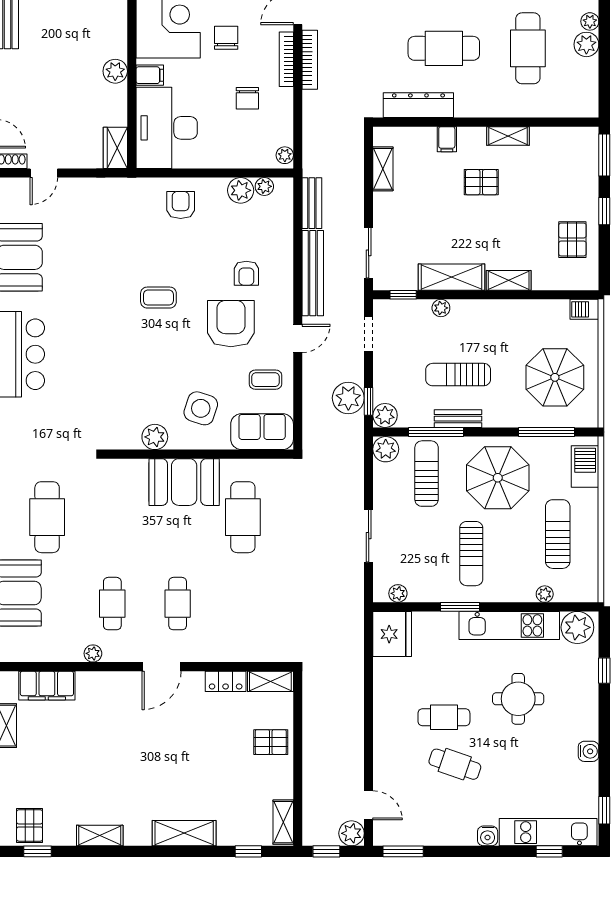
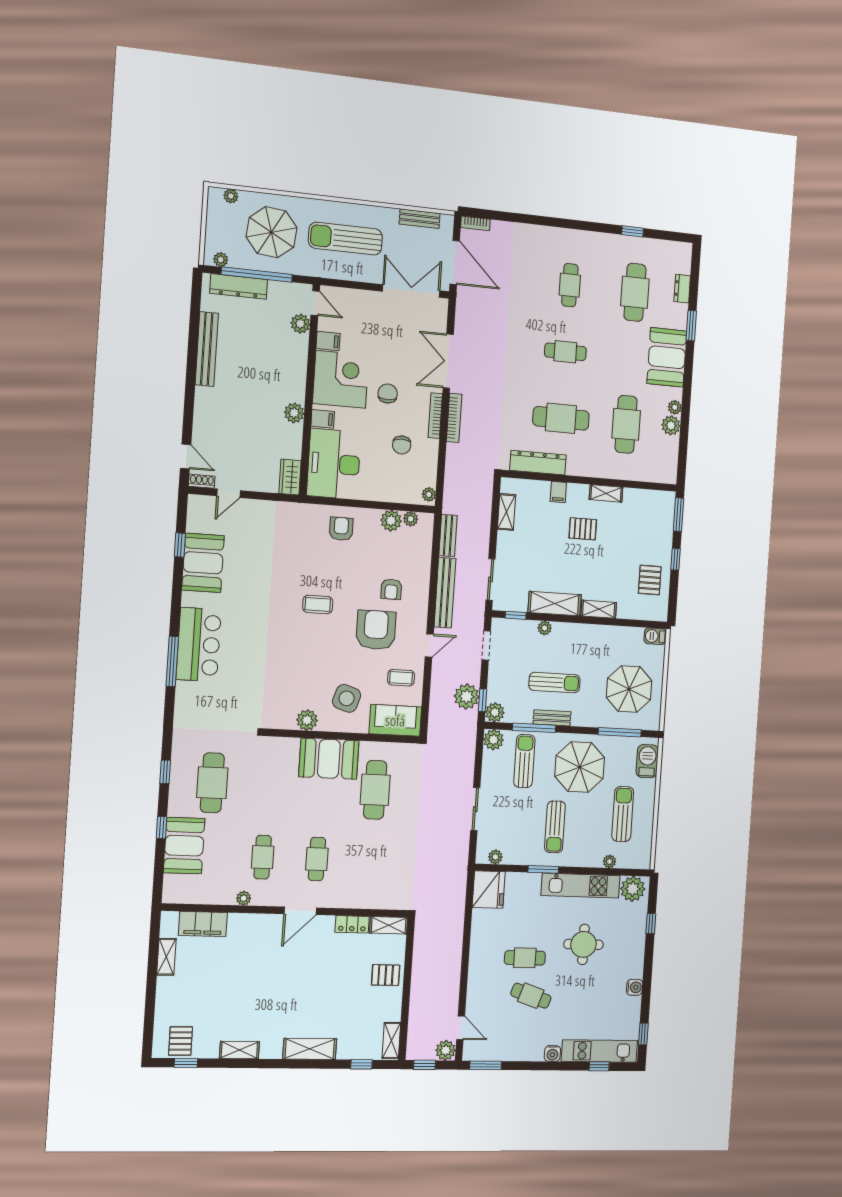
sun lounger: (458, 375) -> (554, 683), turned 180

